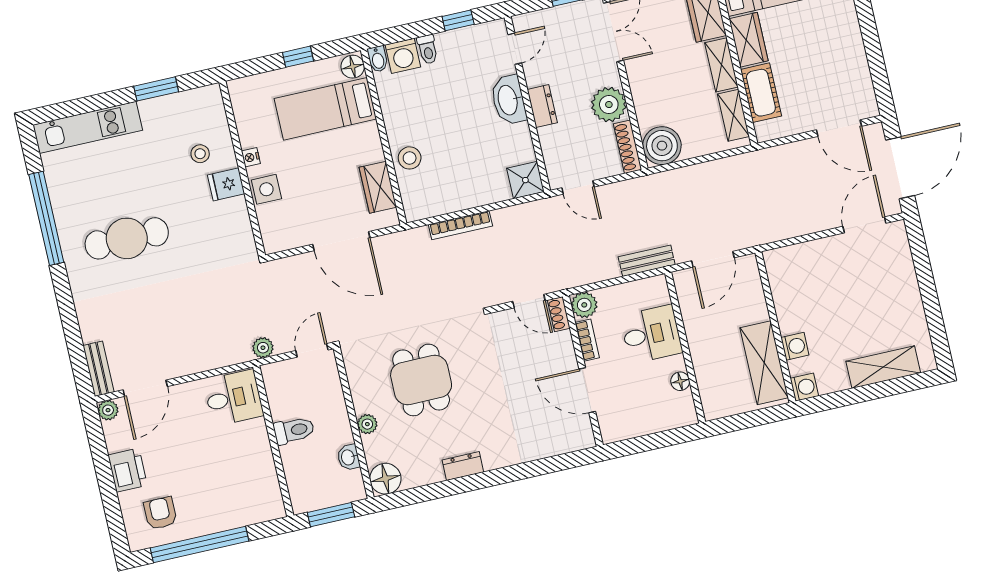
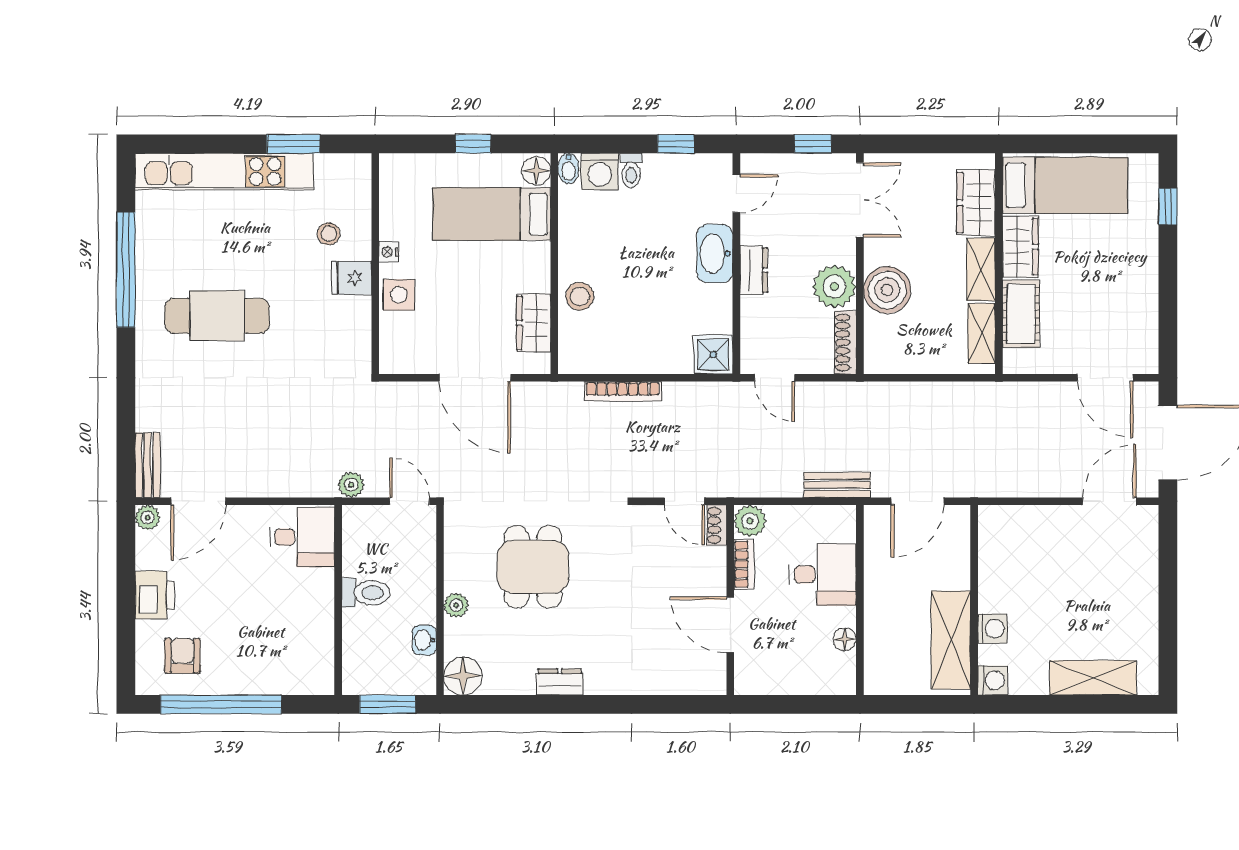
kitchen unit: (88, 127) -> (224, 171), width x1.36
boiler: (662, 146) -> (887, 290), moved
door: (312, 350) -> (410, 501), hinge flipped

